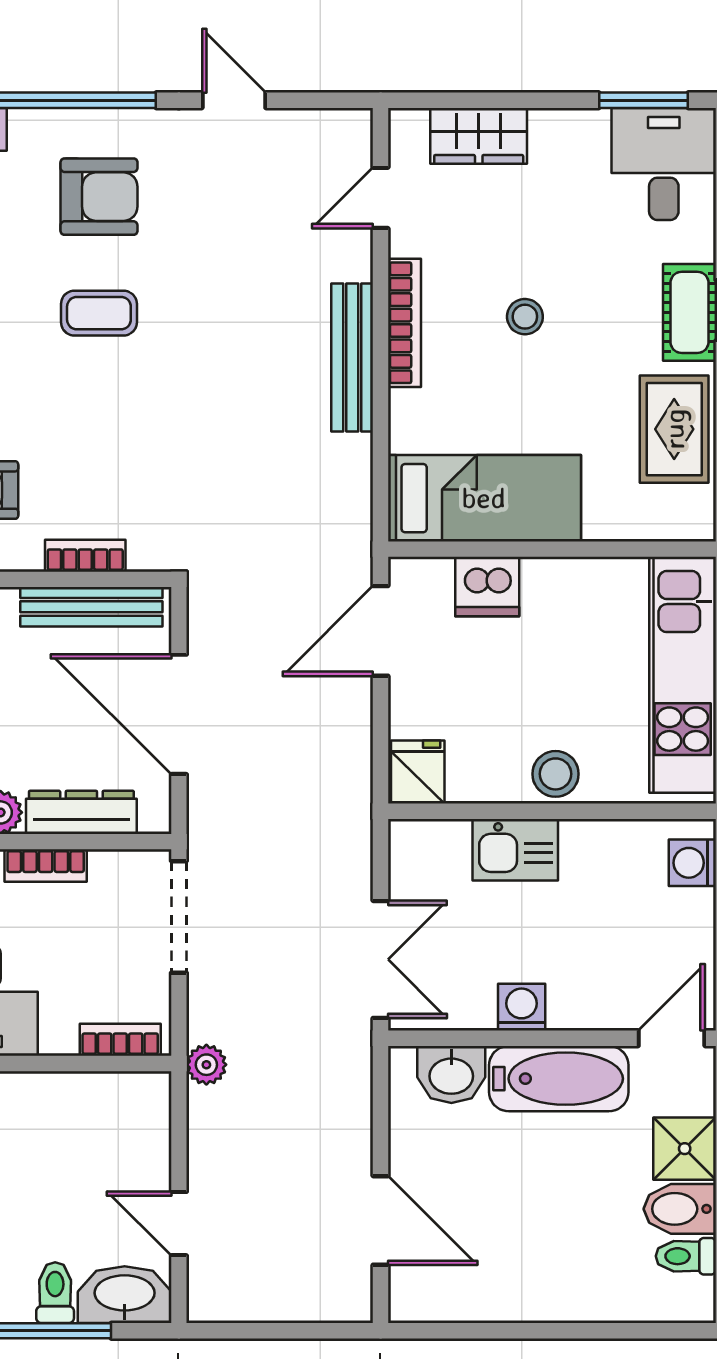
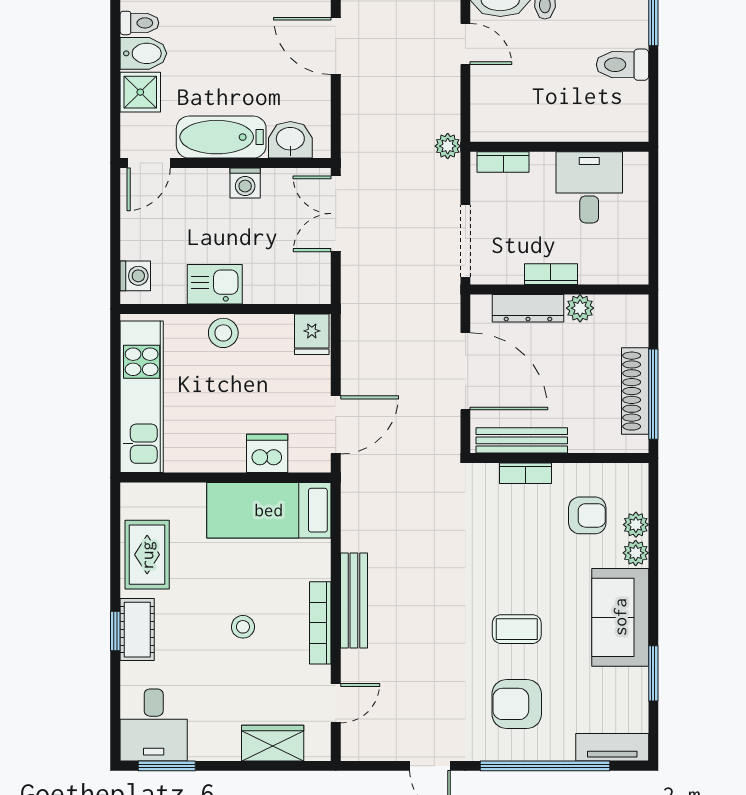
kitchen sink: (515, 850) -> (215, 284), moved

